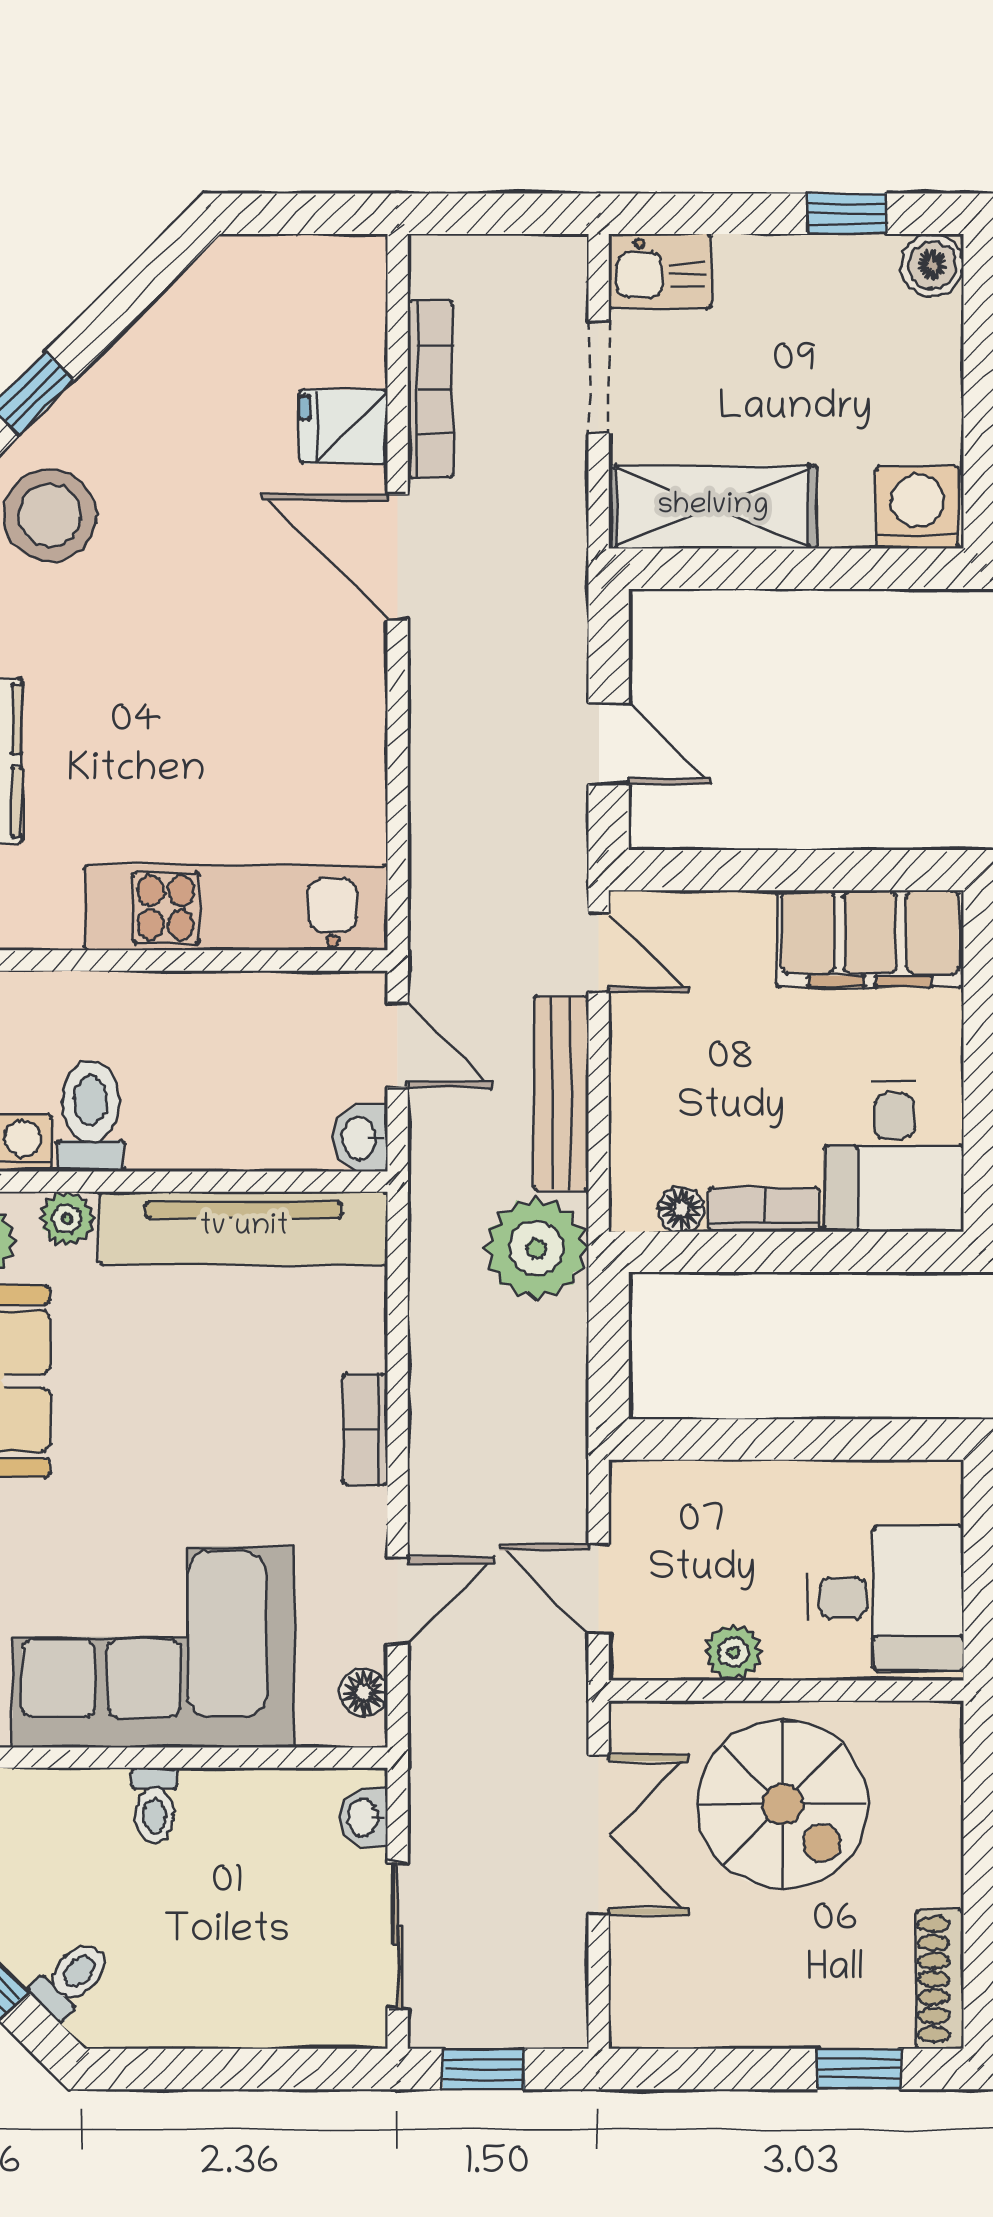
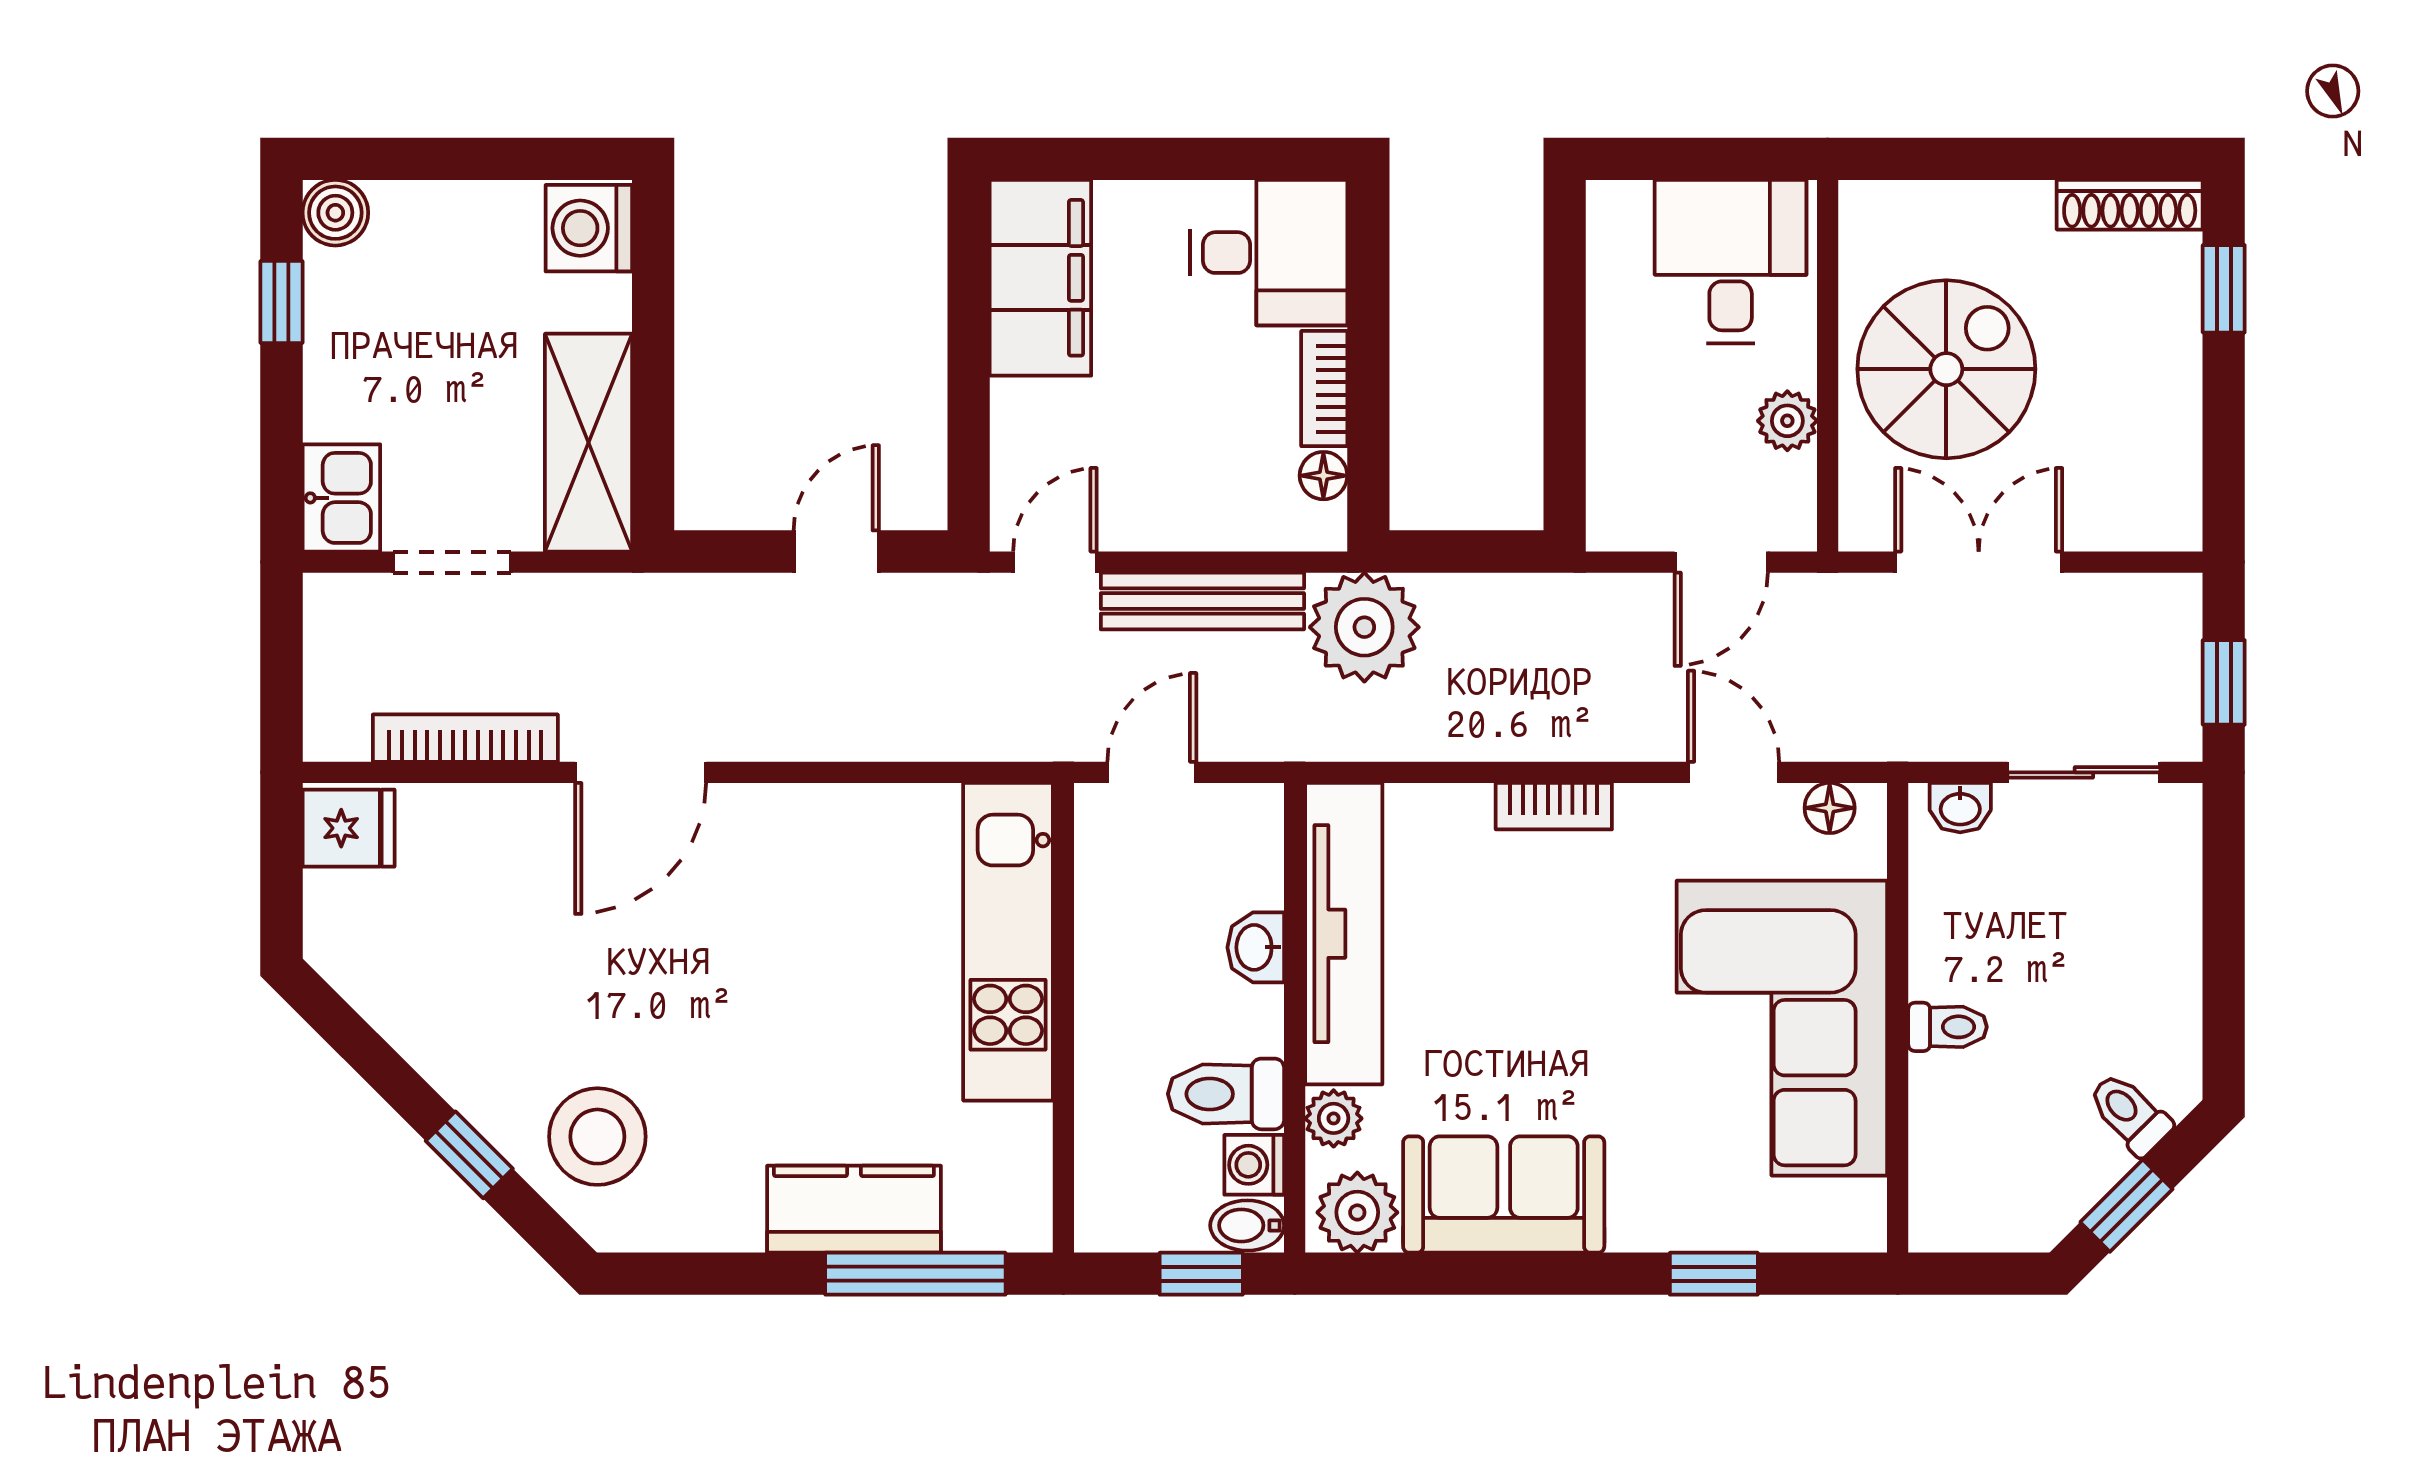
fridge: (344, 427) -> (349, 828), moved, turned -90
washbasin: (360, 1138) -> (1256, 947), moved, turned 90

